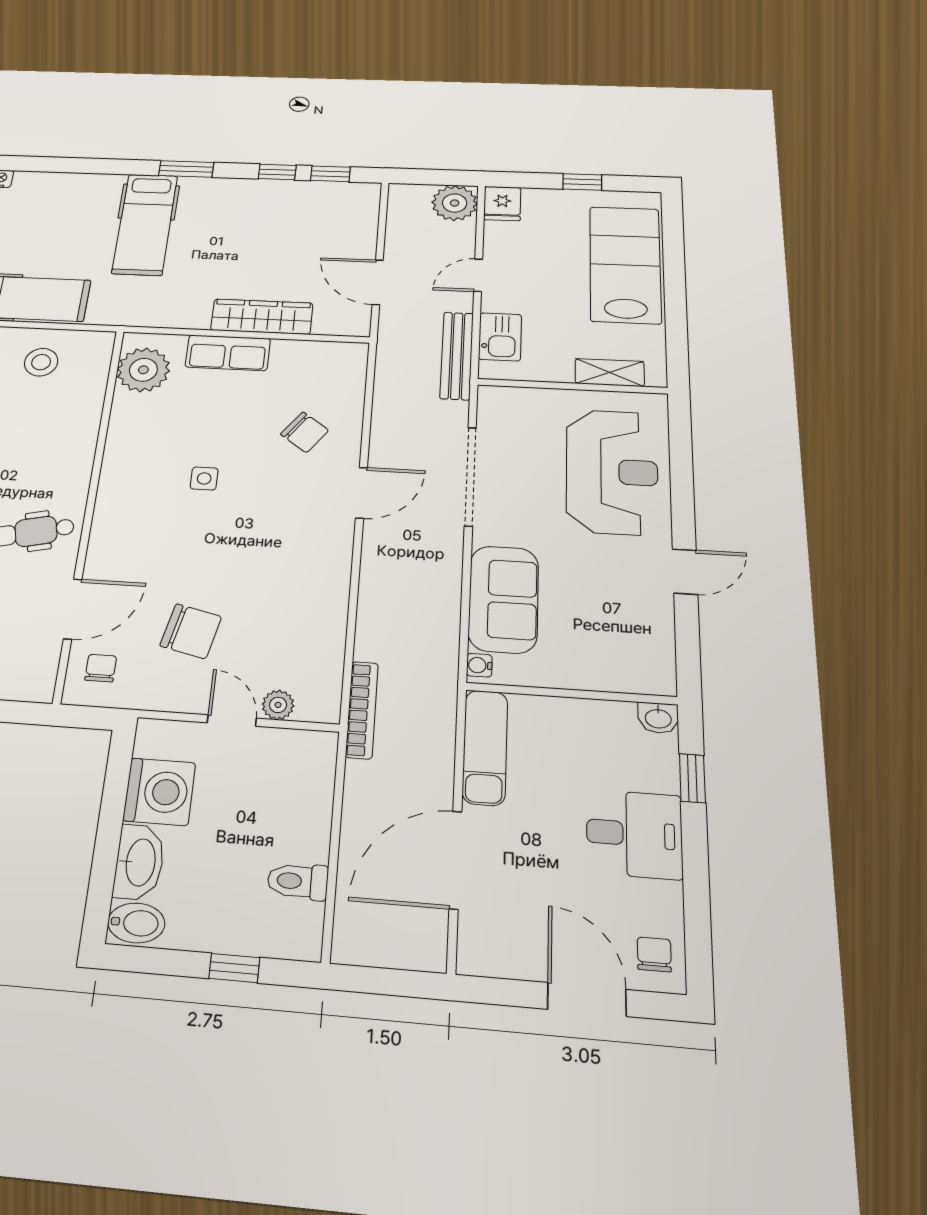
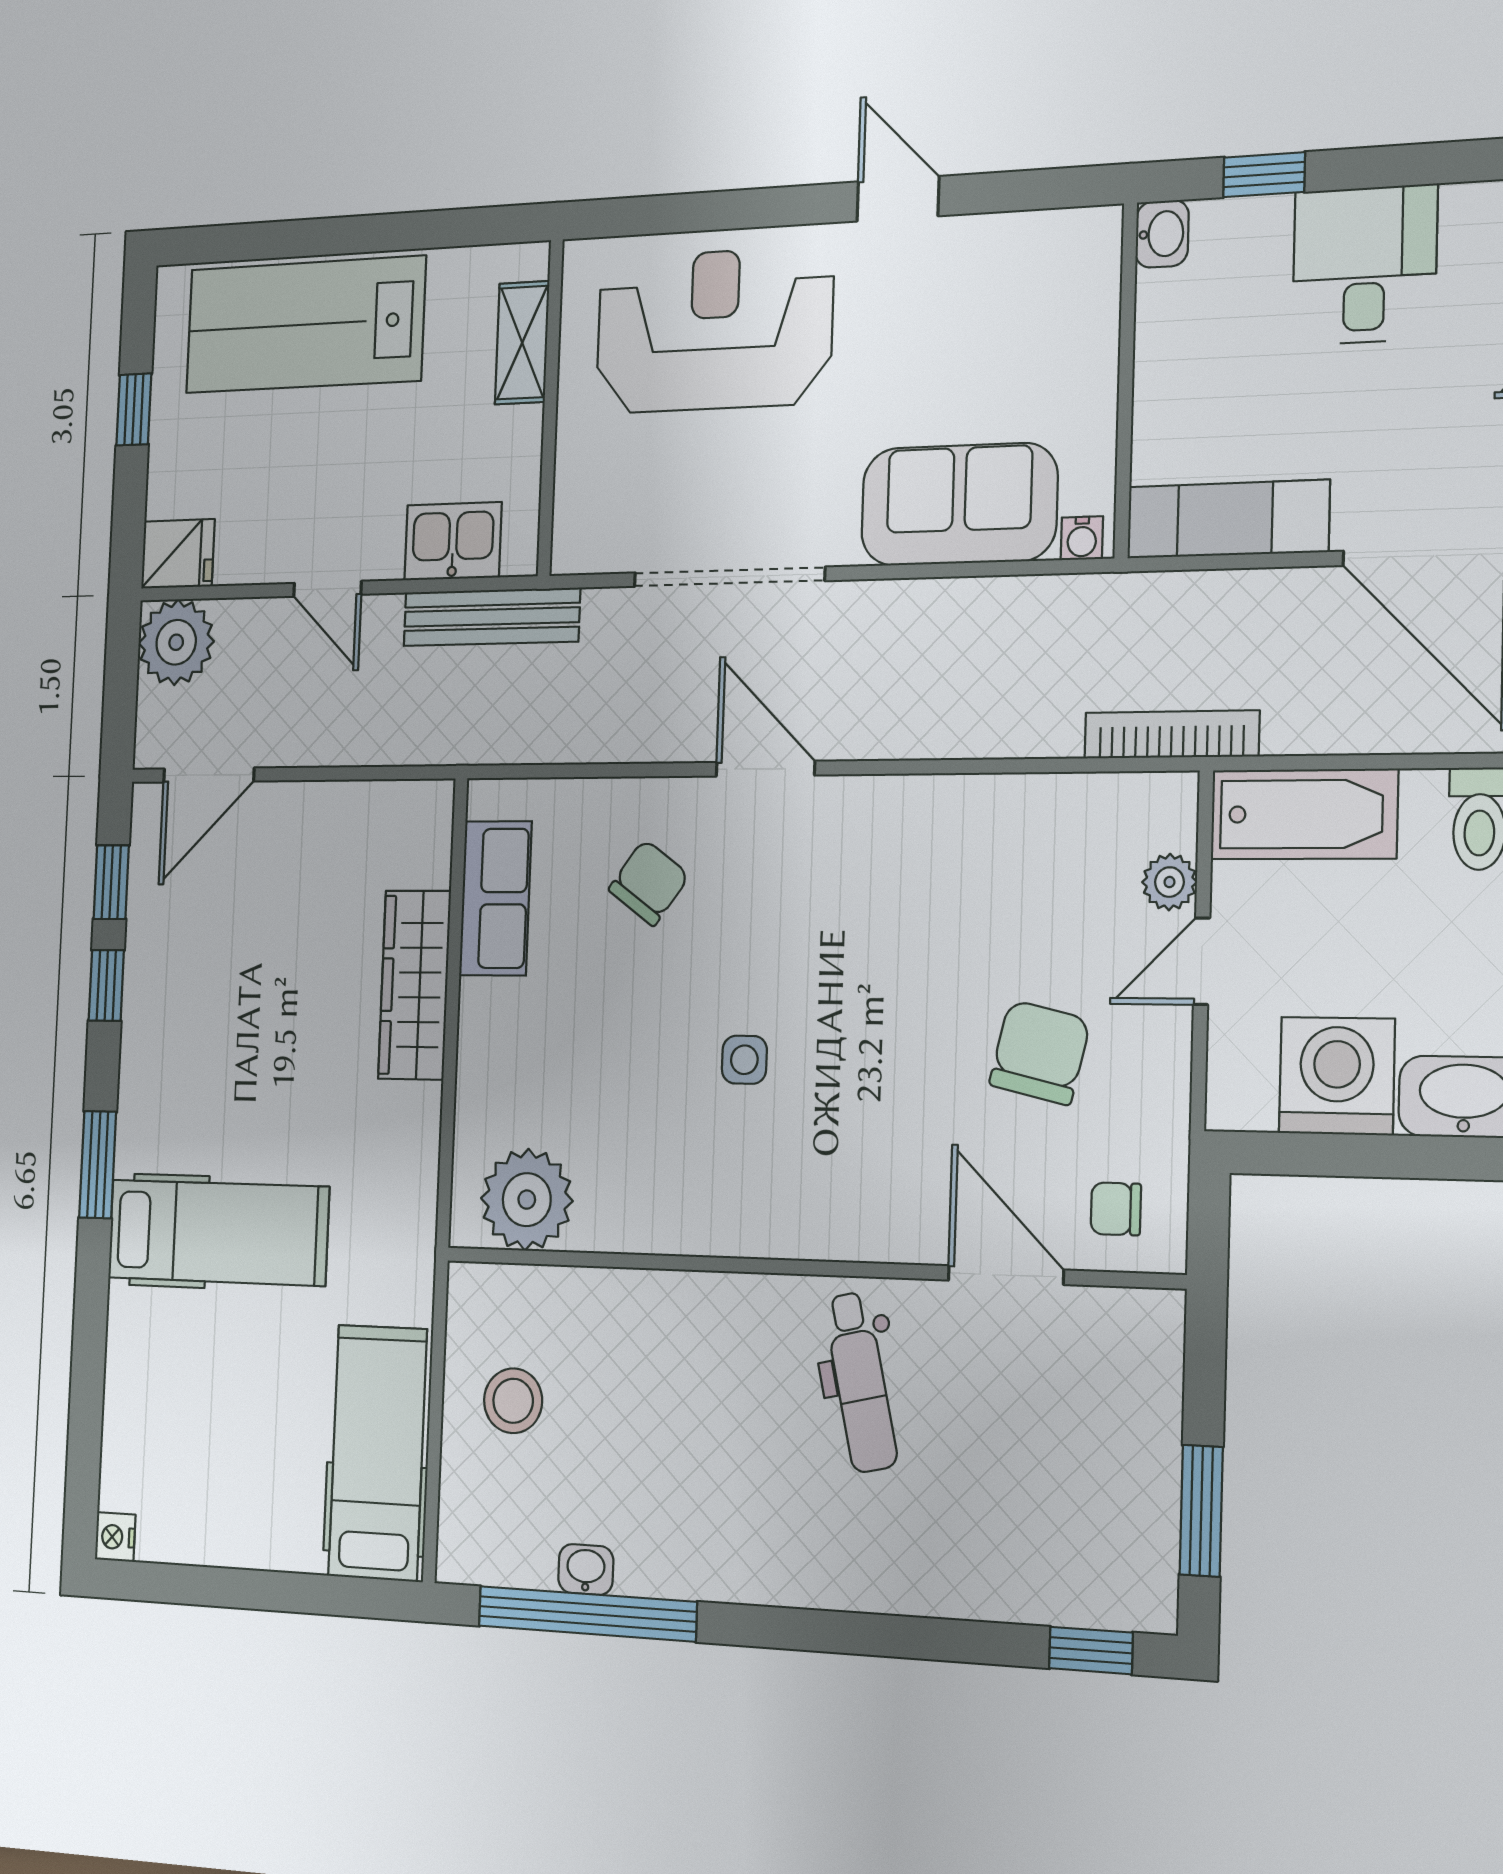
door: (378, 282) -> (209, 775), moved
row of seats: (228, 353) -> (495, 898), moved
bathtub: (310, 781) -> (1304, 814), added

